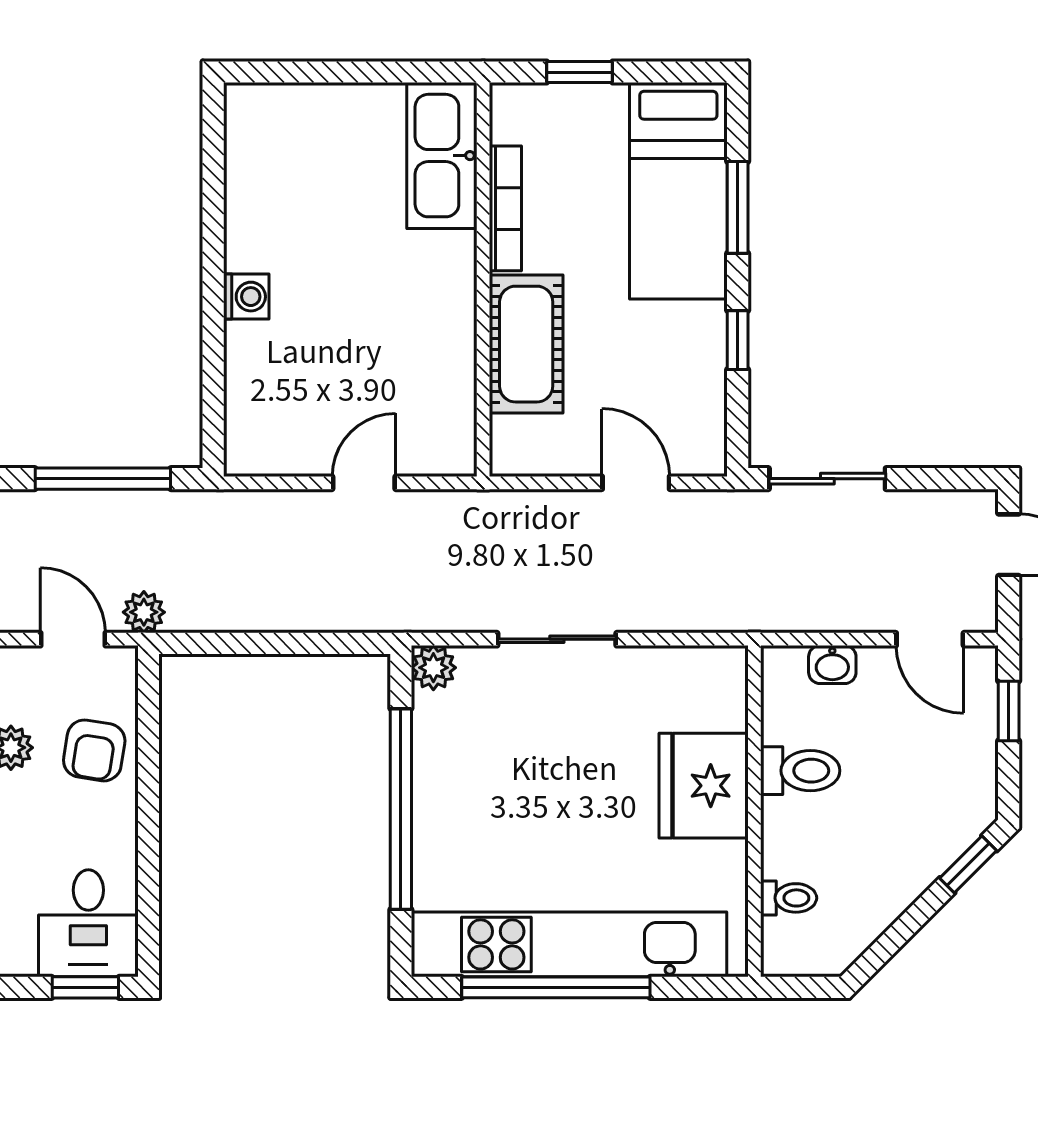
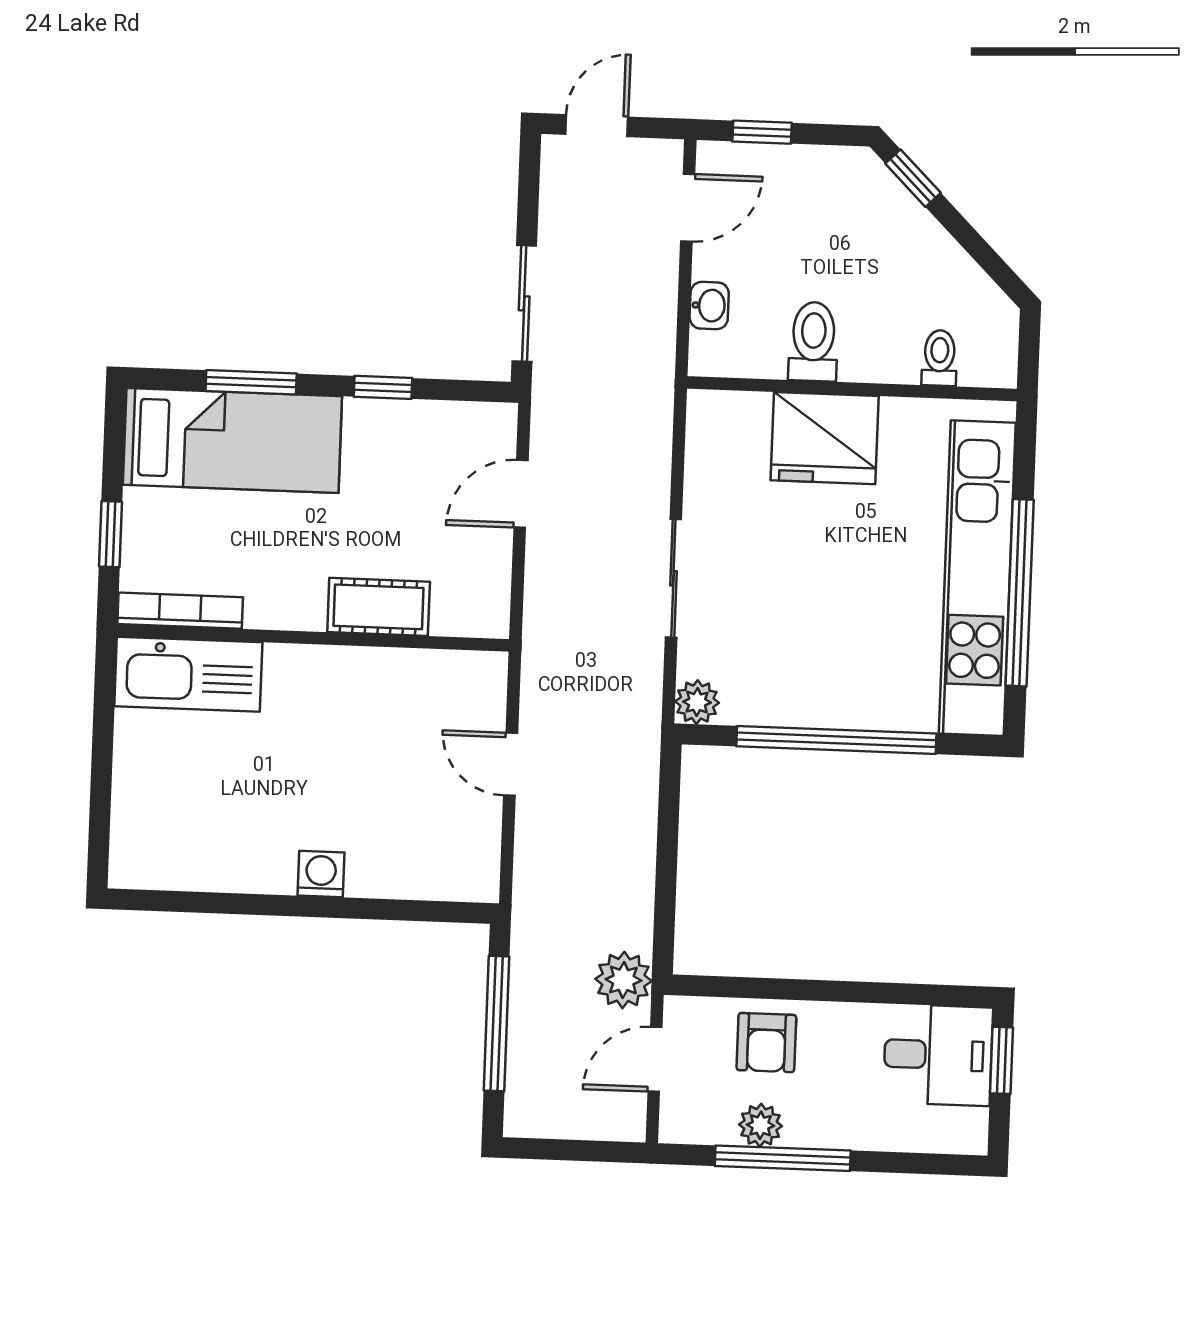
bookcase: (505, 208) -> (180, 611), moved
cot: (526, 344) -> (379, 607), width x0.73, depth x0.75
plant: (144, 612) -> (623, 980), width x1.38, depth x1.38
armchair: (94, 750) -> (766, 1043), turned 81

